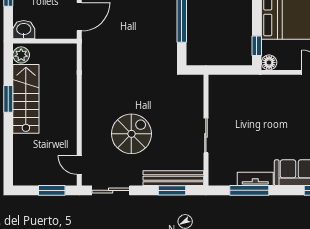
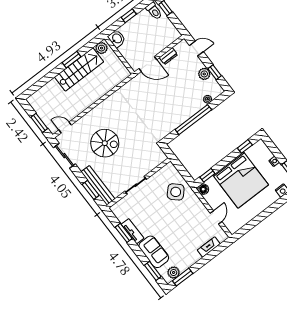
side table: (248, 96) -> (176, 192), added
door: (79, 165) -> (65, 127), hinge flipped
window: (249, 190) -> (124, 233), width x0.69

